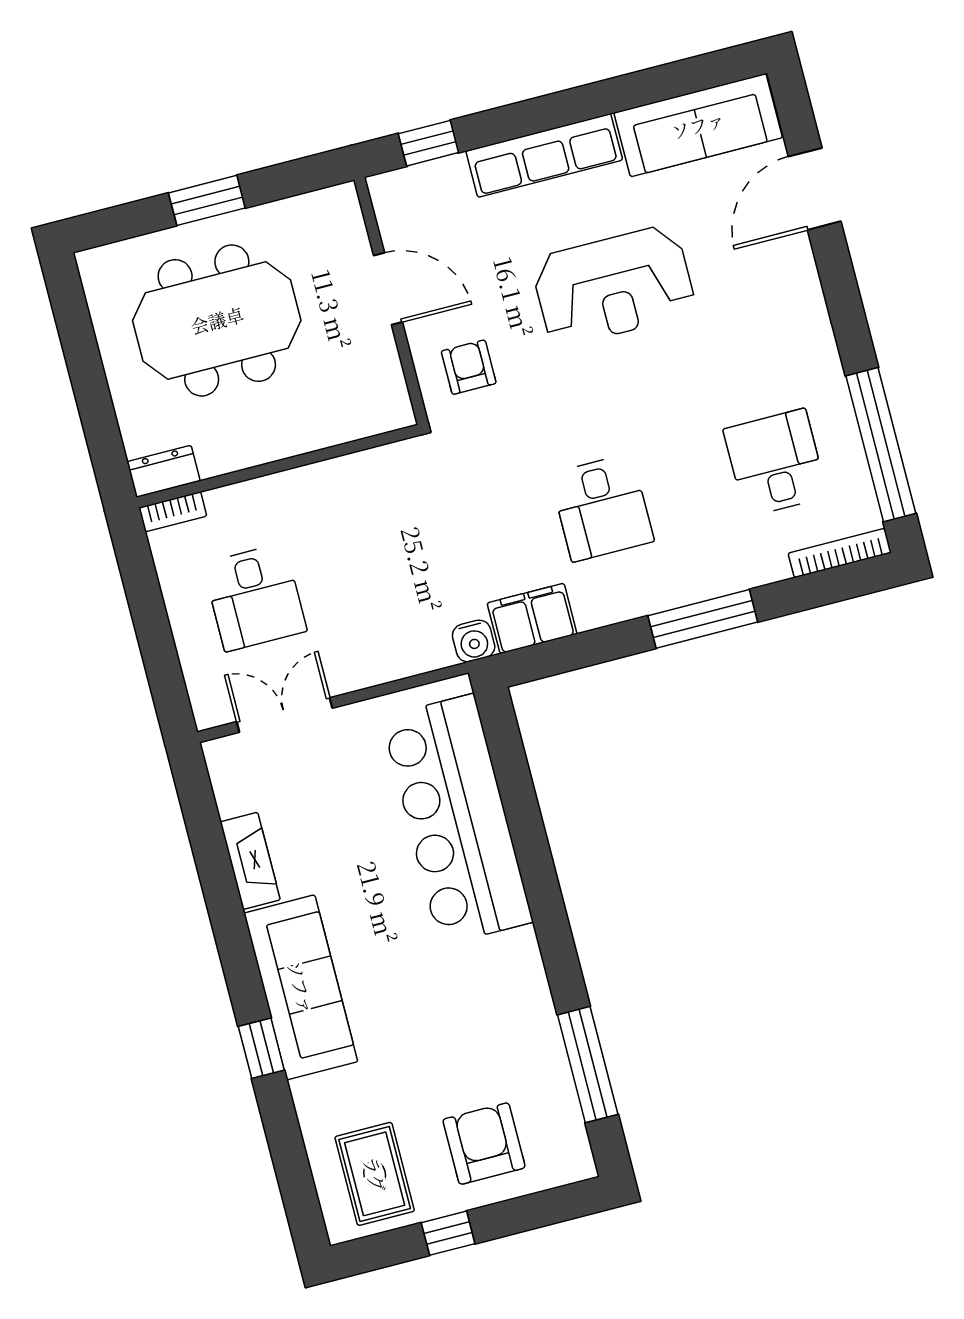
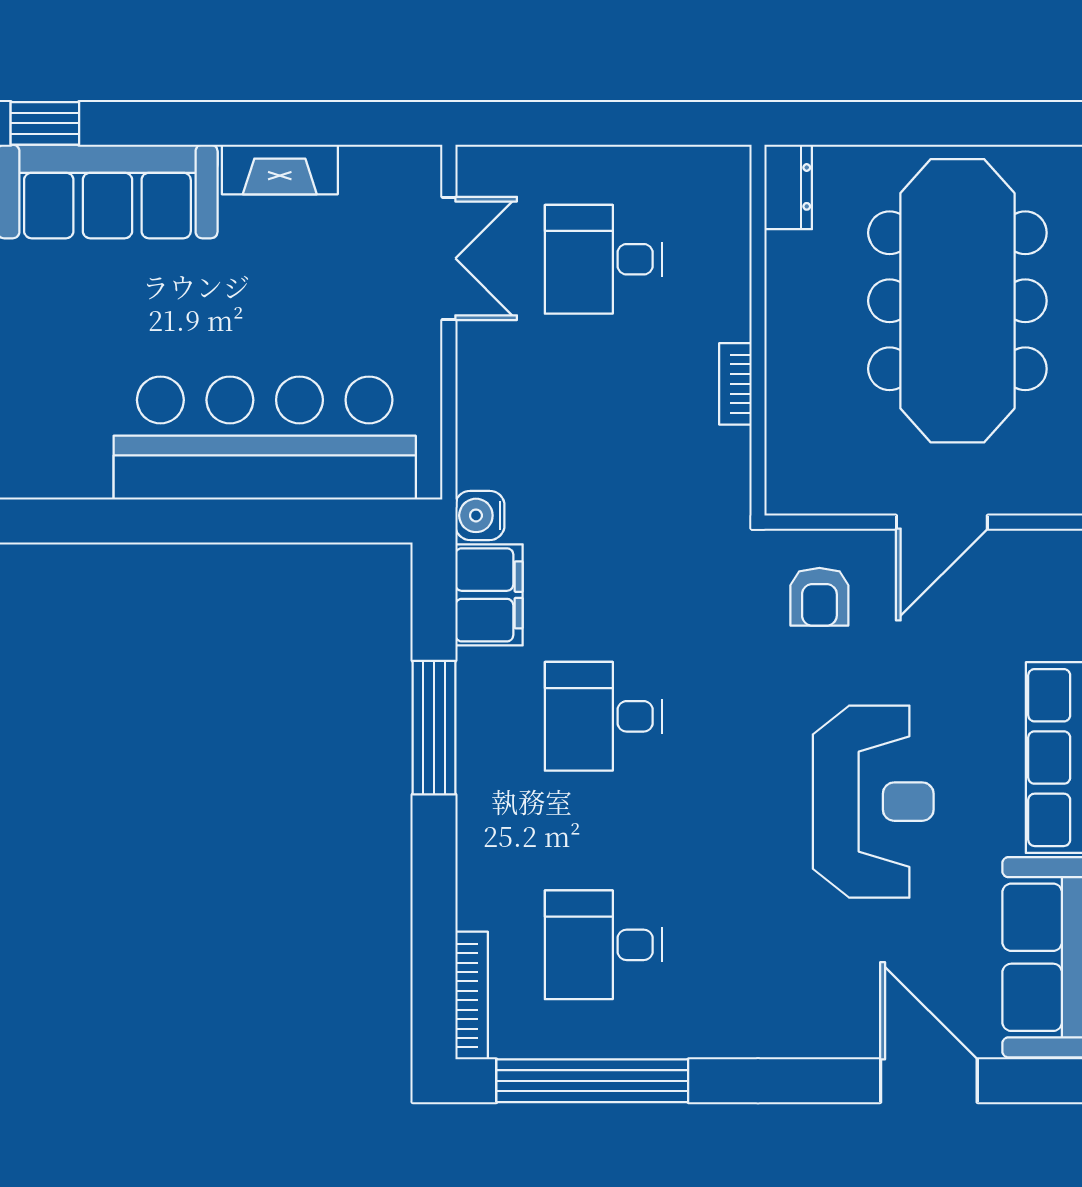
reception desk: (614, 286) -> (873, 802), turned 180
meeting table: (217, 320) -> (957, 301), width x1.36
armchair: (469, 367) -> (819, 597), turned 90
desk: (775, 463) -> (603, 945), turned 180
bookcase: (173, 512) -> (735, 384), moved
window: (703, 619) -> (434, 728), moved

